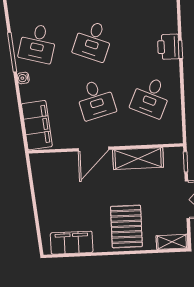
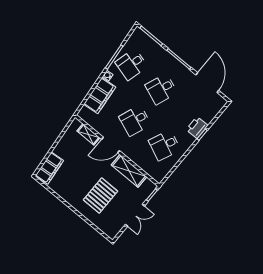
desk: (96, 99) -> (135, 121), turned 36
filing cabinet: (37, 125) -> (100, 96), moved
pallet: (126, 226) -> (100, 196), moved
shelving: (172, 242) -> (88, 134), moved
filing cabinet: (72, 243) -> (49, 168), moved, turned 84

